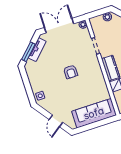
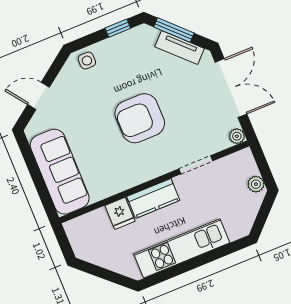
armchair: (71, 72) -> (140, 118), width x1.88, depth x1.88
window: (25, 79) -> (118, 28), added

